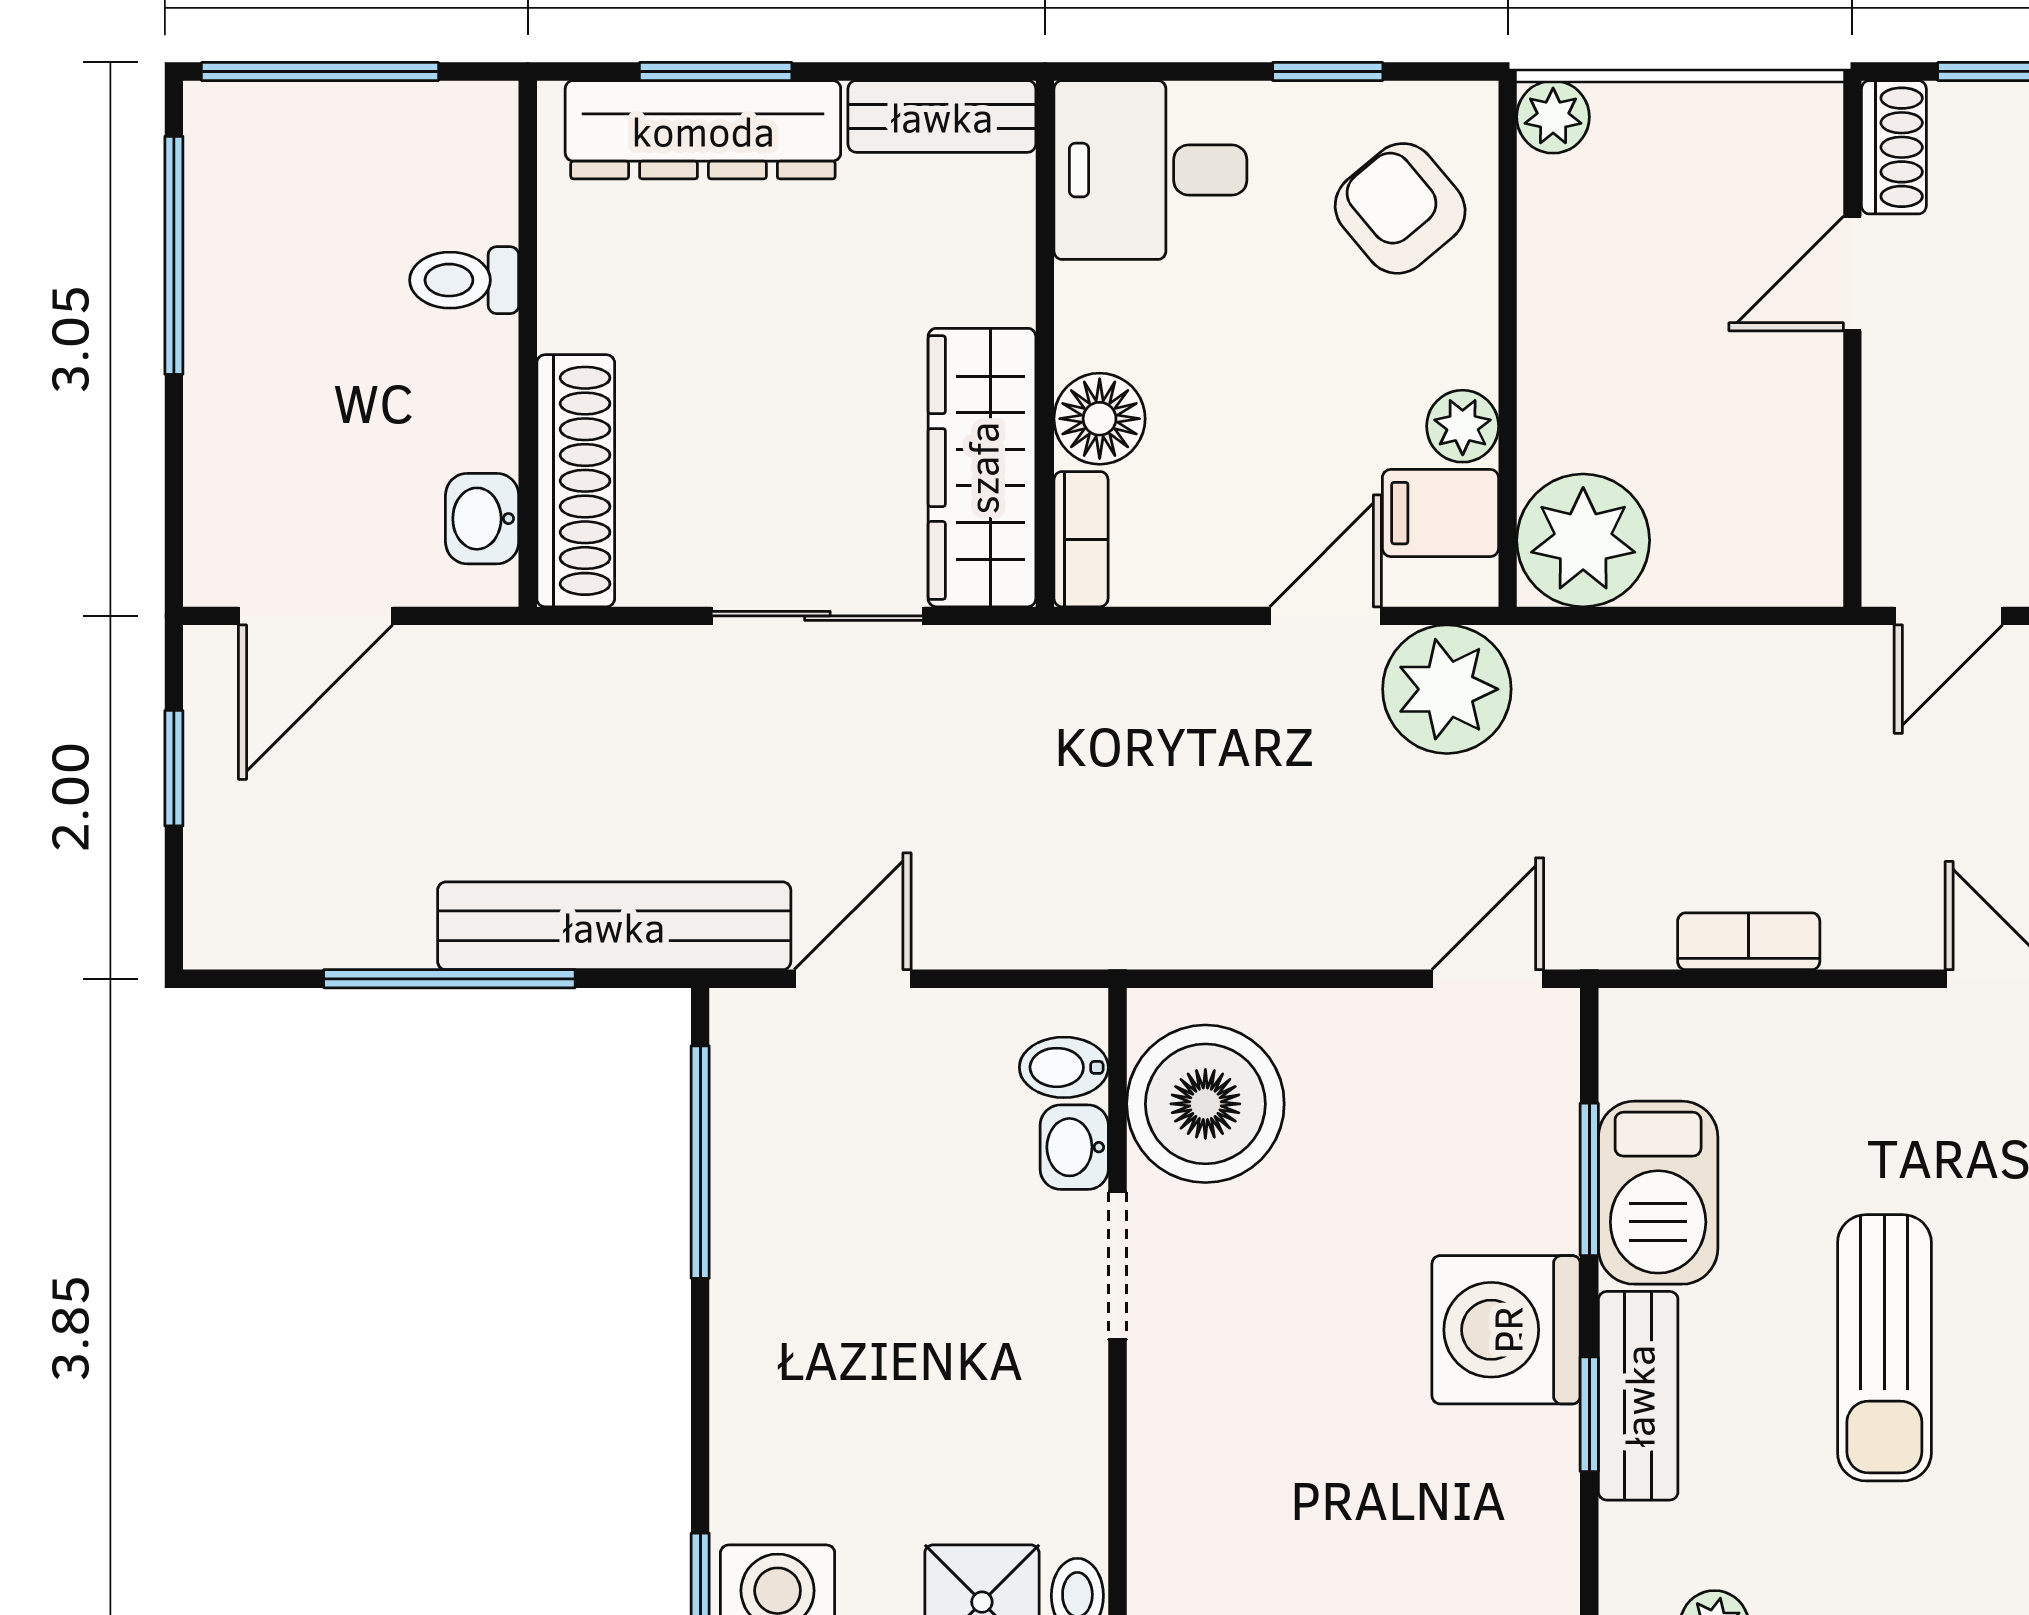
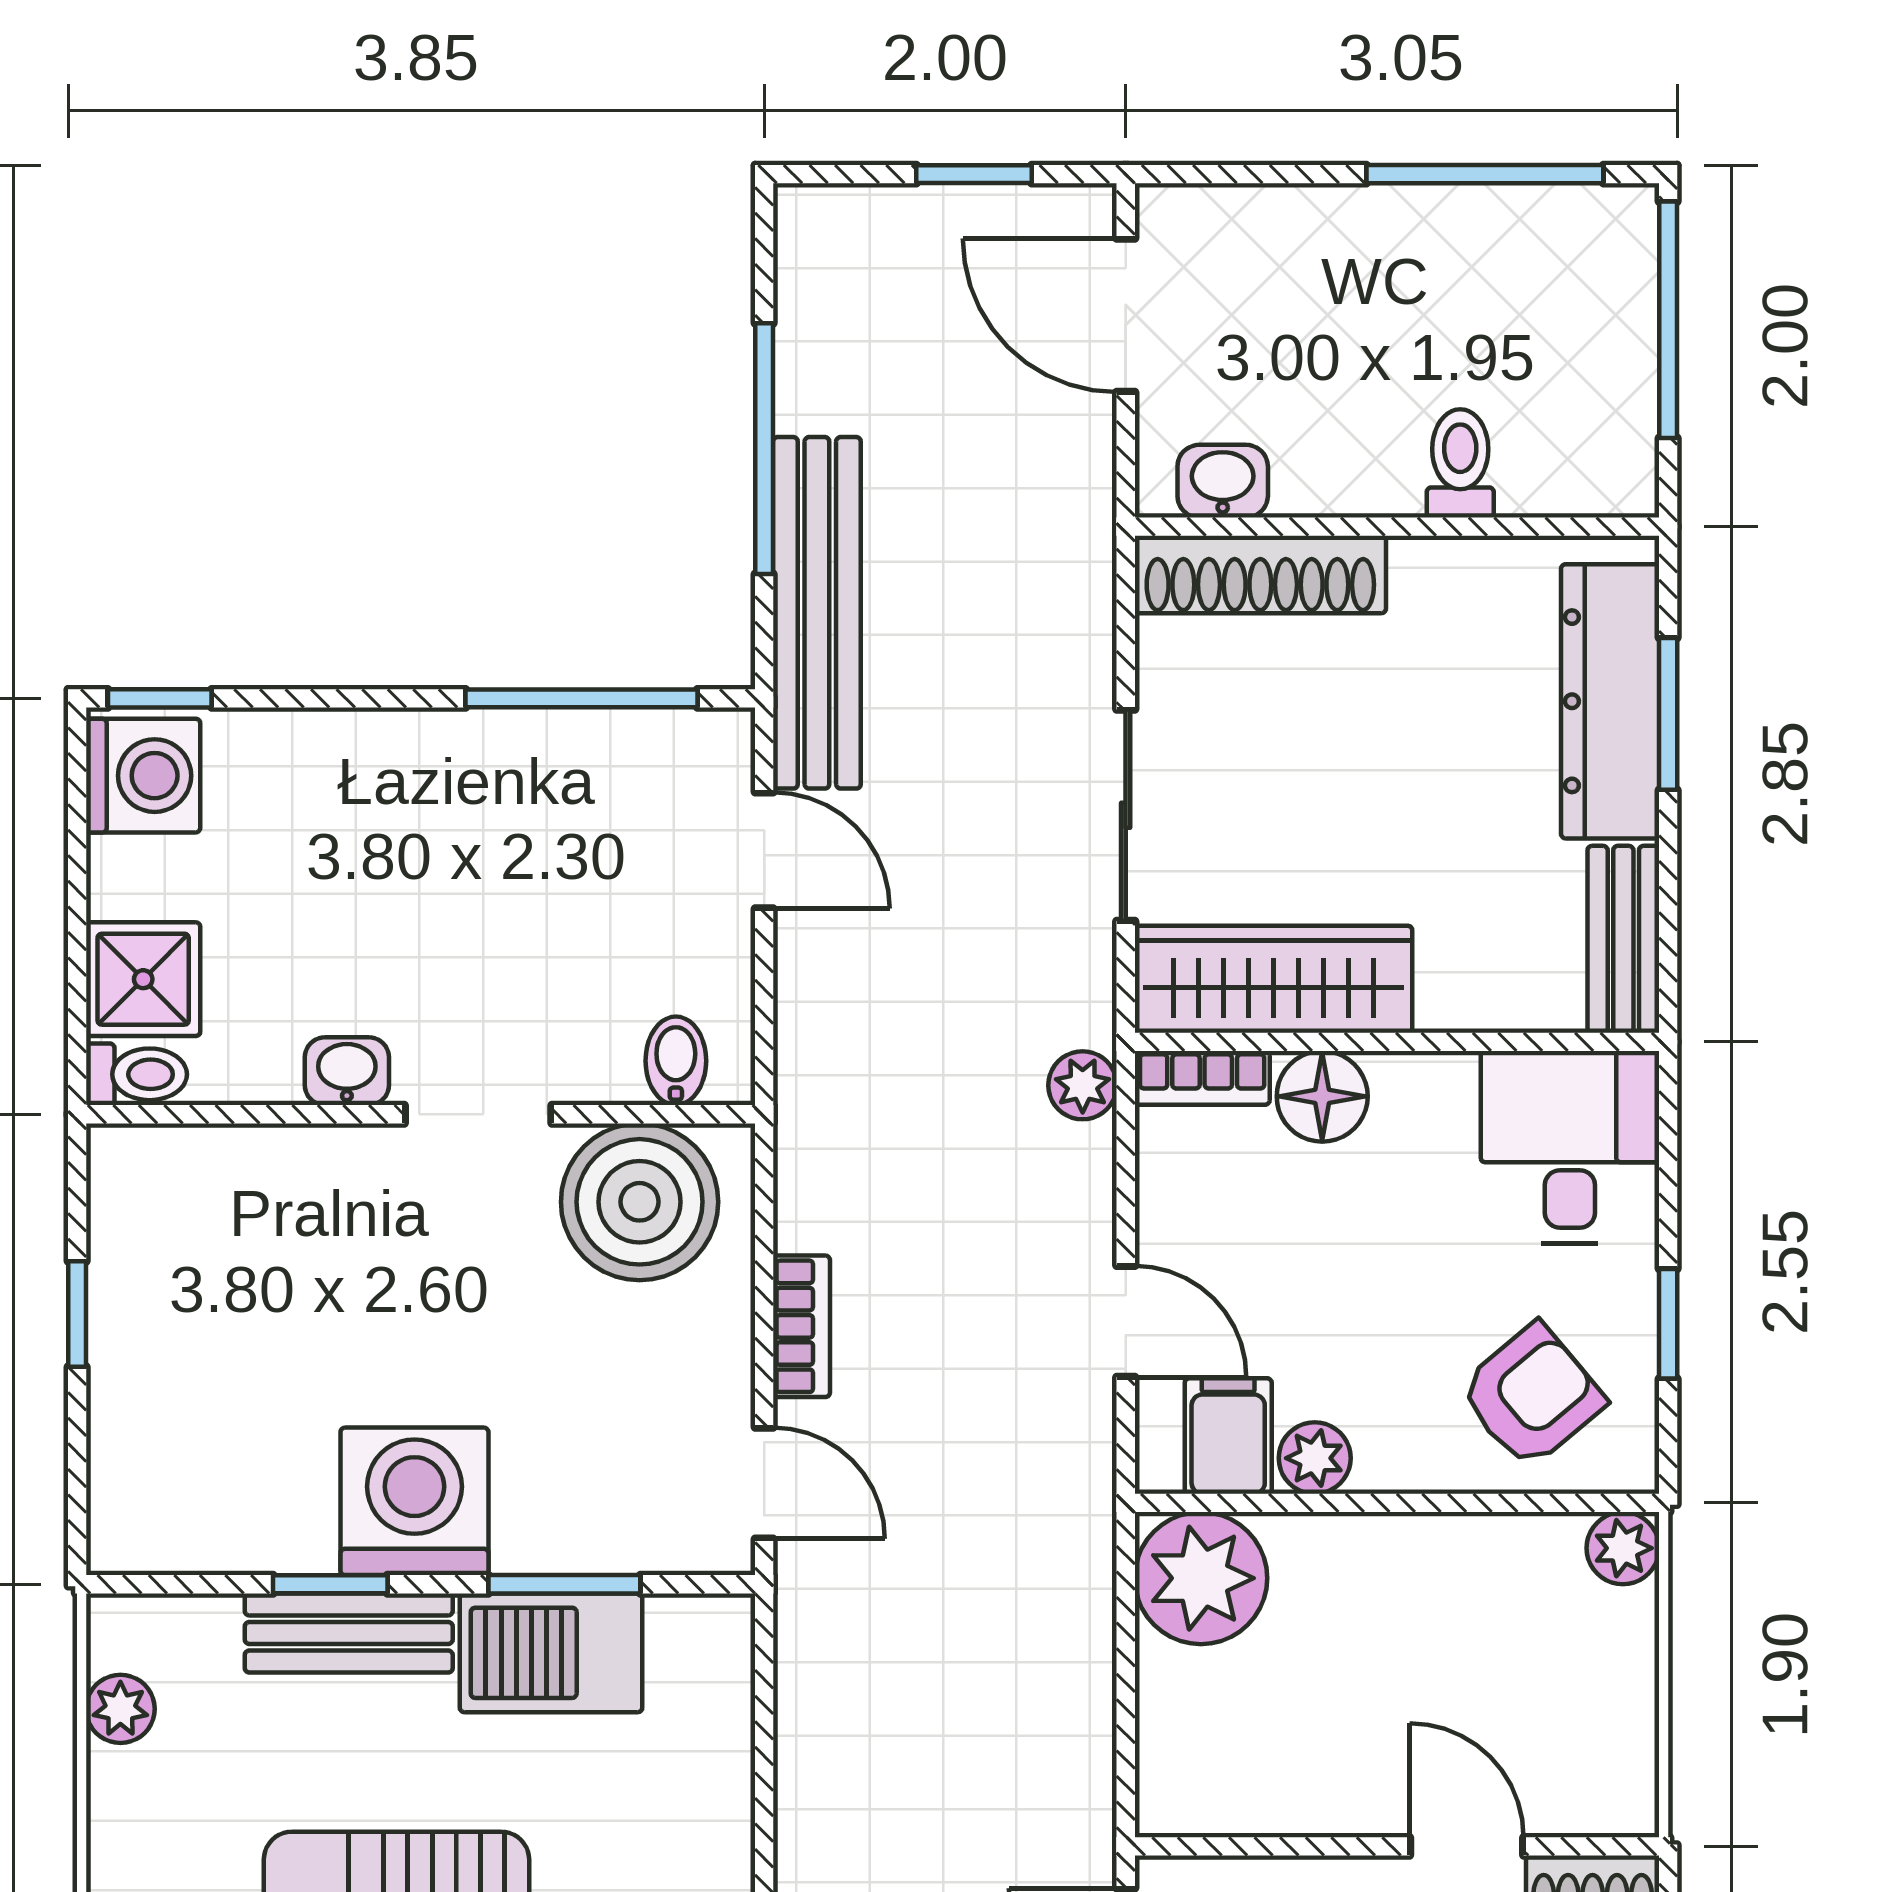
plant: (1447, 689) -> (1083, 1085), moved, width x0.53, depth x0.53
bookcase: (1749, 941) -> (802, 1326), moved
washbasin: (1074, 1147) -> (347, 1071), moved

